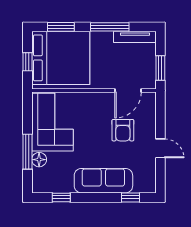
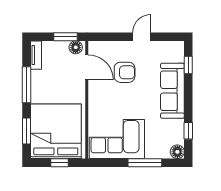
tv unit: (135, 37) -> (36, 55), width x0.71
floor lamp: (149, 79) -> (76, 47), added
floor lamp: (39, 160) -> (177, 152), moved

